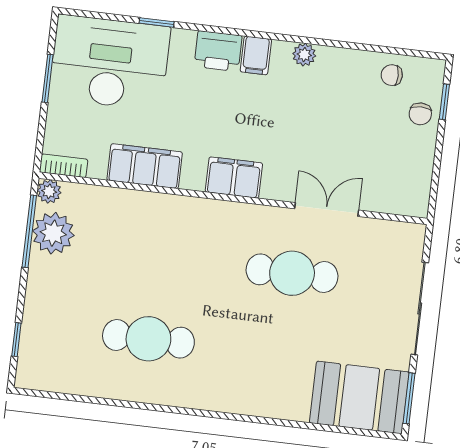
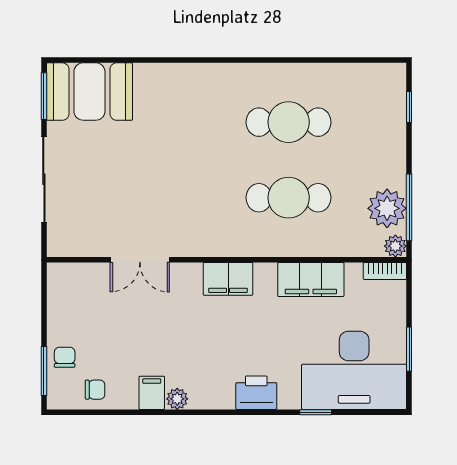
filing cabinet: (256, 55) -> (152, 393), moved
window: (444, 102) -> (44, 371), width x1.50
cafe table: (292, 273) -> (289, 198), moved

